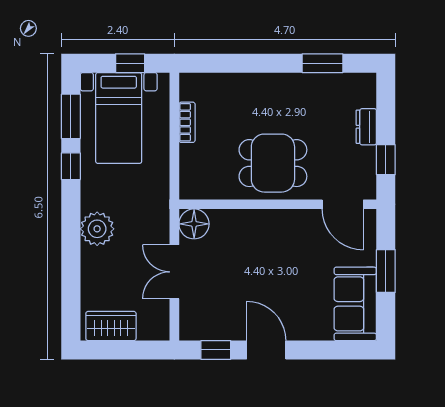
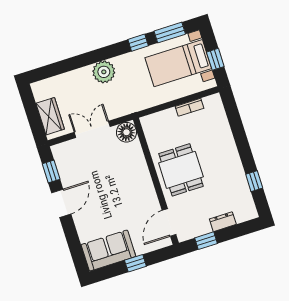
window: (322, 63) -> (254, 181), width x0.67
window: (386, 271) -> (135, 263), width x0.67
wardrobe: (111, 326) -> (50, 116), moved

